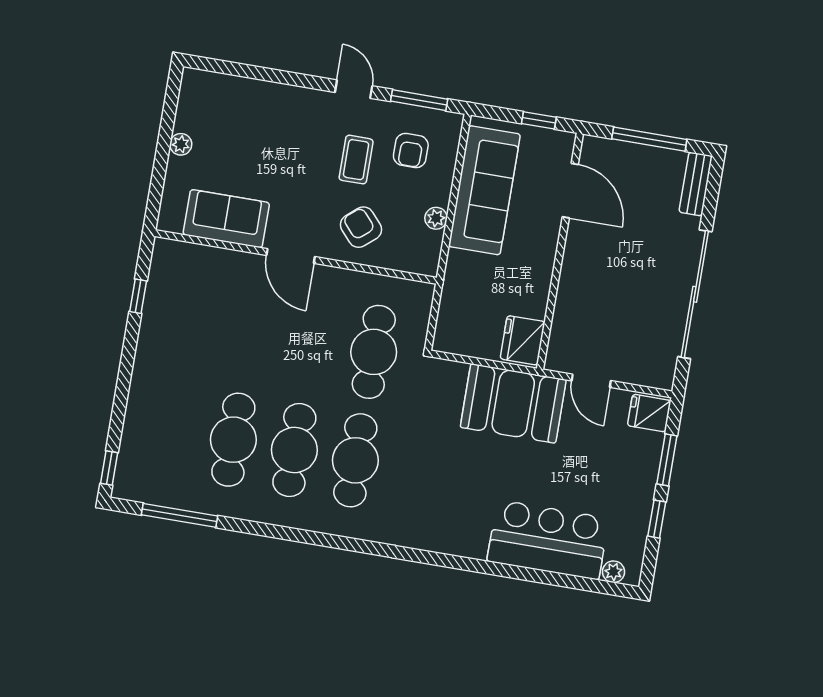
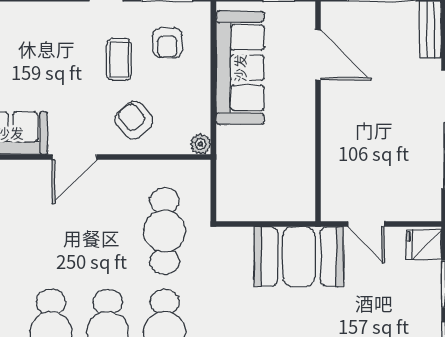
plant: (436, 218) -> (201, 144), moved
door: (291, 256) -> (75, 157), hinge flipped
fridge: (523, 340) -> (298, 198), removed

